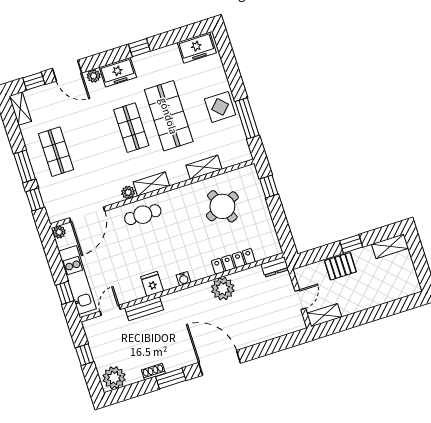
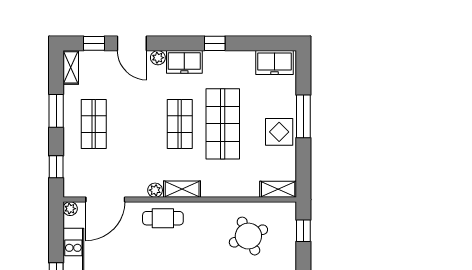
window: (247, 118) -> (303, 116), moved
window: (25, 166) -> (56, 111), moved
shelving: (204, 167) -> (278, 189), moved

